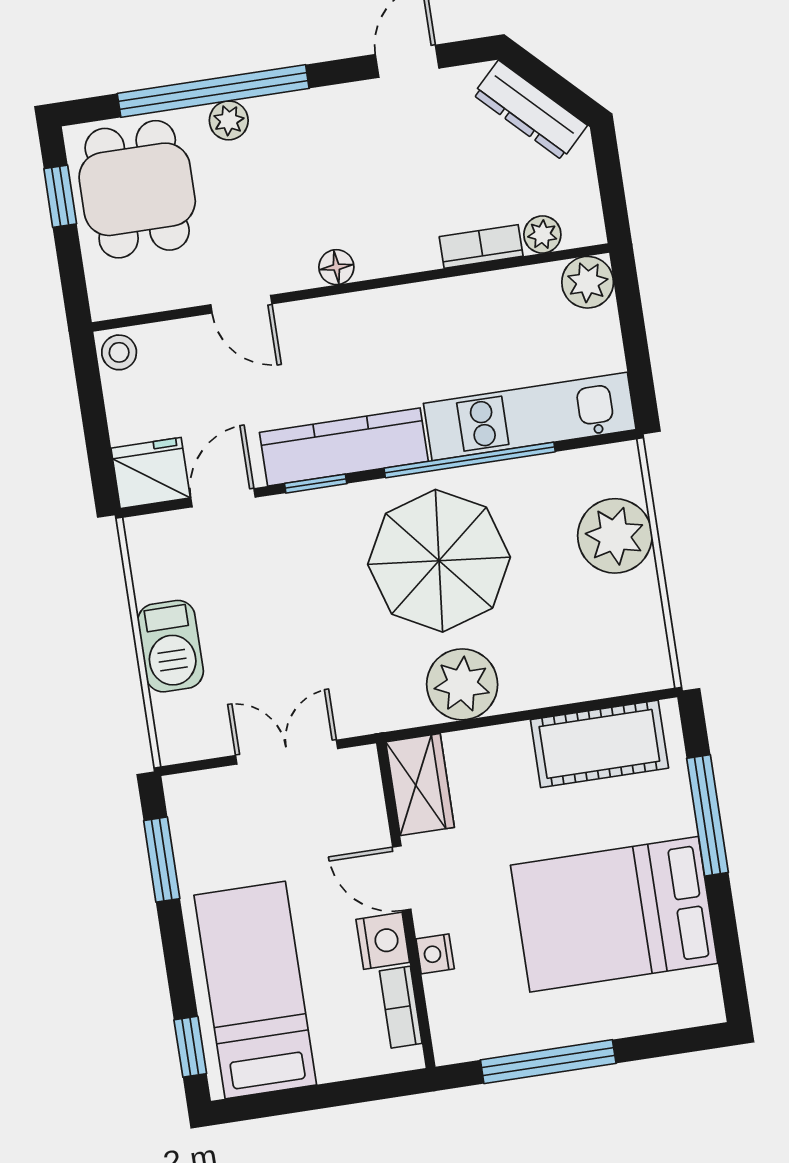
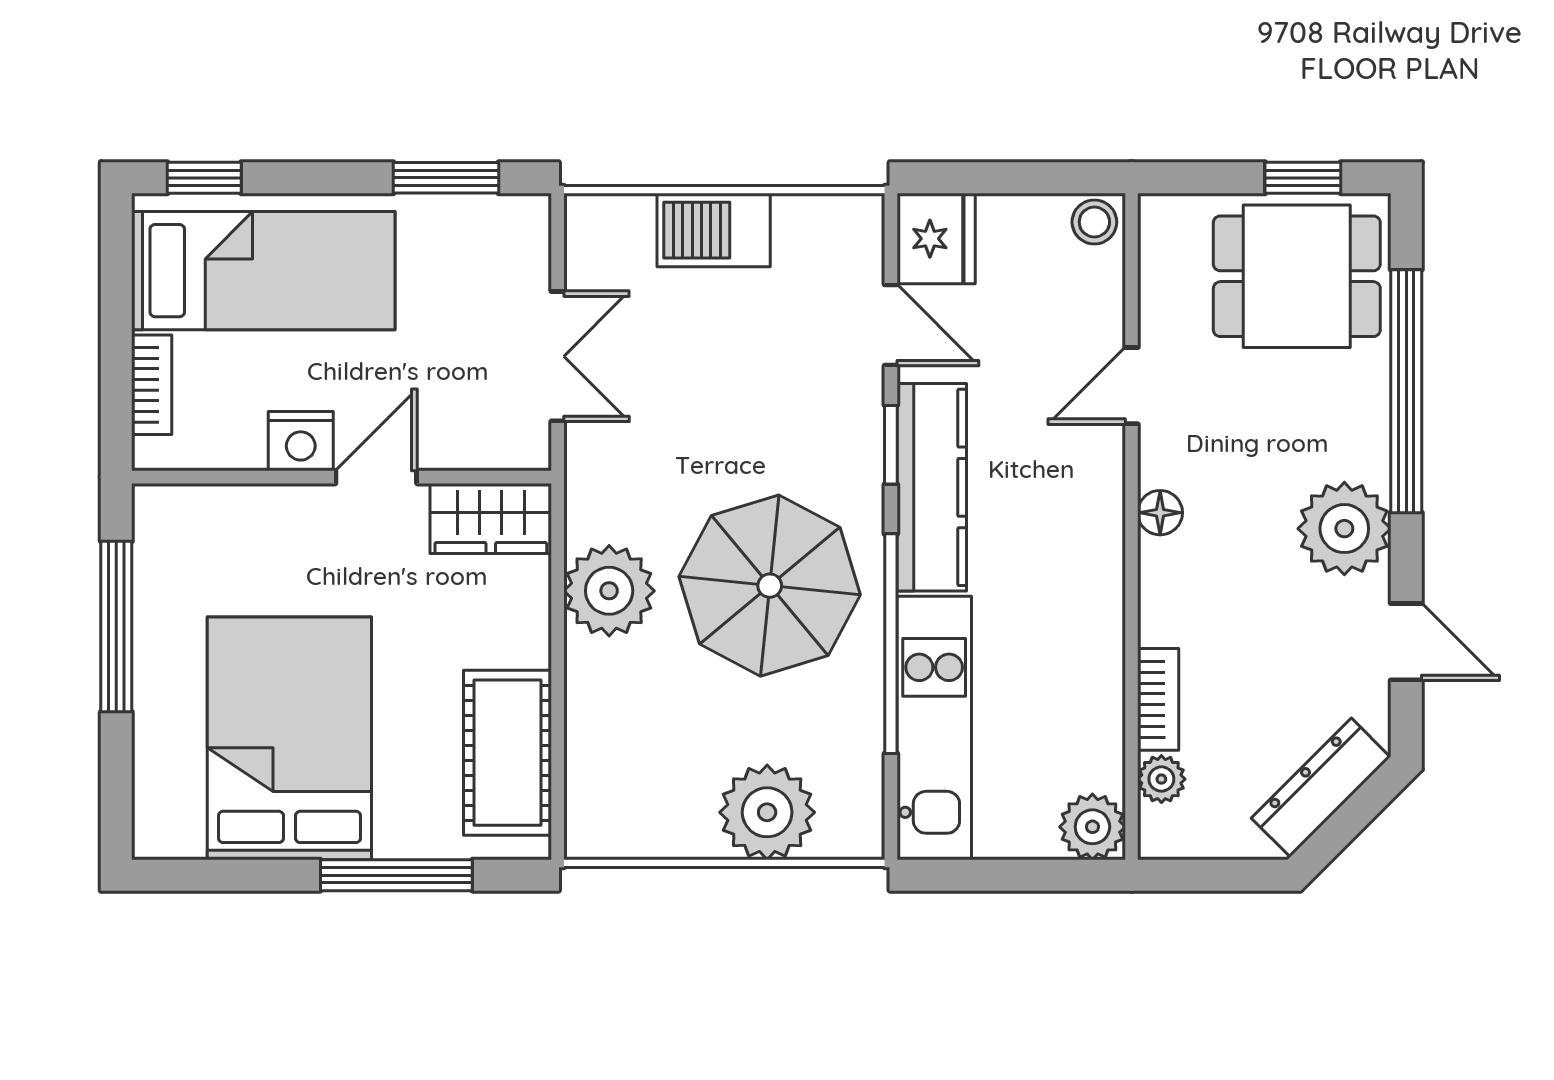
plant: (229, 120) -> (1344, 529), moved, width x1.87, depth x1.87
nightstand: (435, 954) -> (274, 505), removed
bookcase: (401, 1007) -> (152, 385), moved, turned 90

